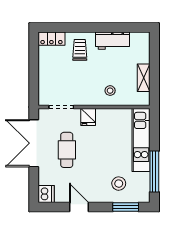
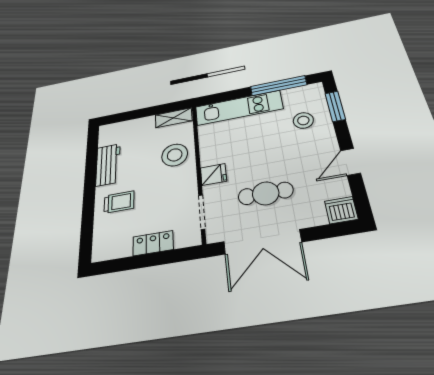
locker: (51, 39) -> (153, 243), moved, turned -90
trolley: (80, 50) -> (119, 202), turned 180
shelving: (144, 78) -> (174, 118), moved
stool: (110, 91) -> (175, 155), width x1.89, depth x1.89

